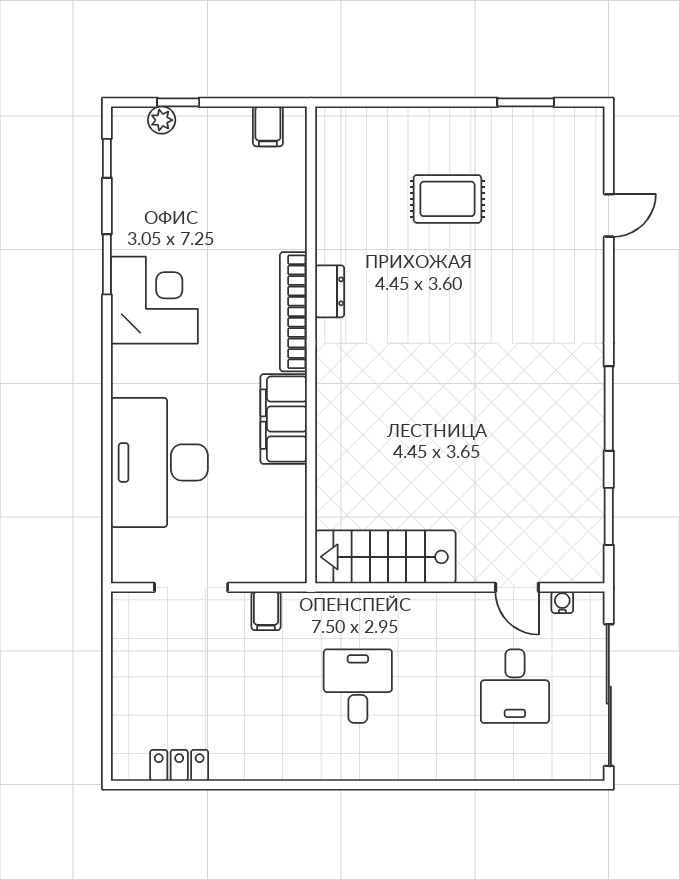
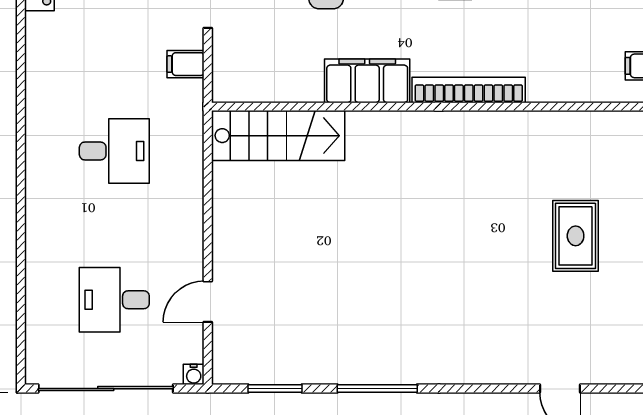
dresser: (330, 291) -> (488, 124), removed
stairs: (385, 557) -> (278, 136), moved, turned 90
water cooler: (562, 602) -> (194, 374), moved, turned 90

